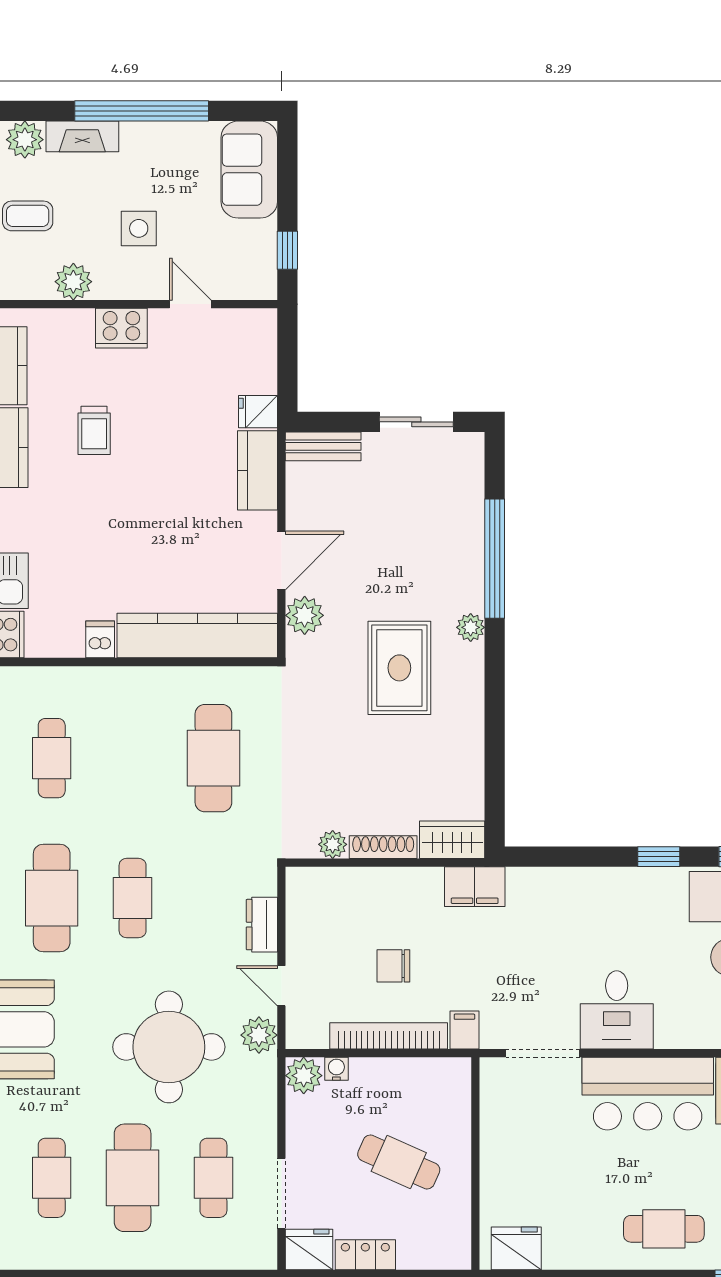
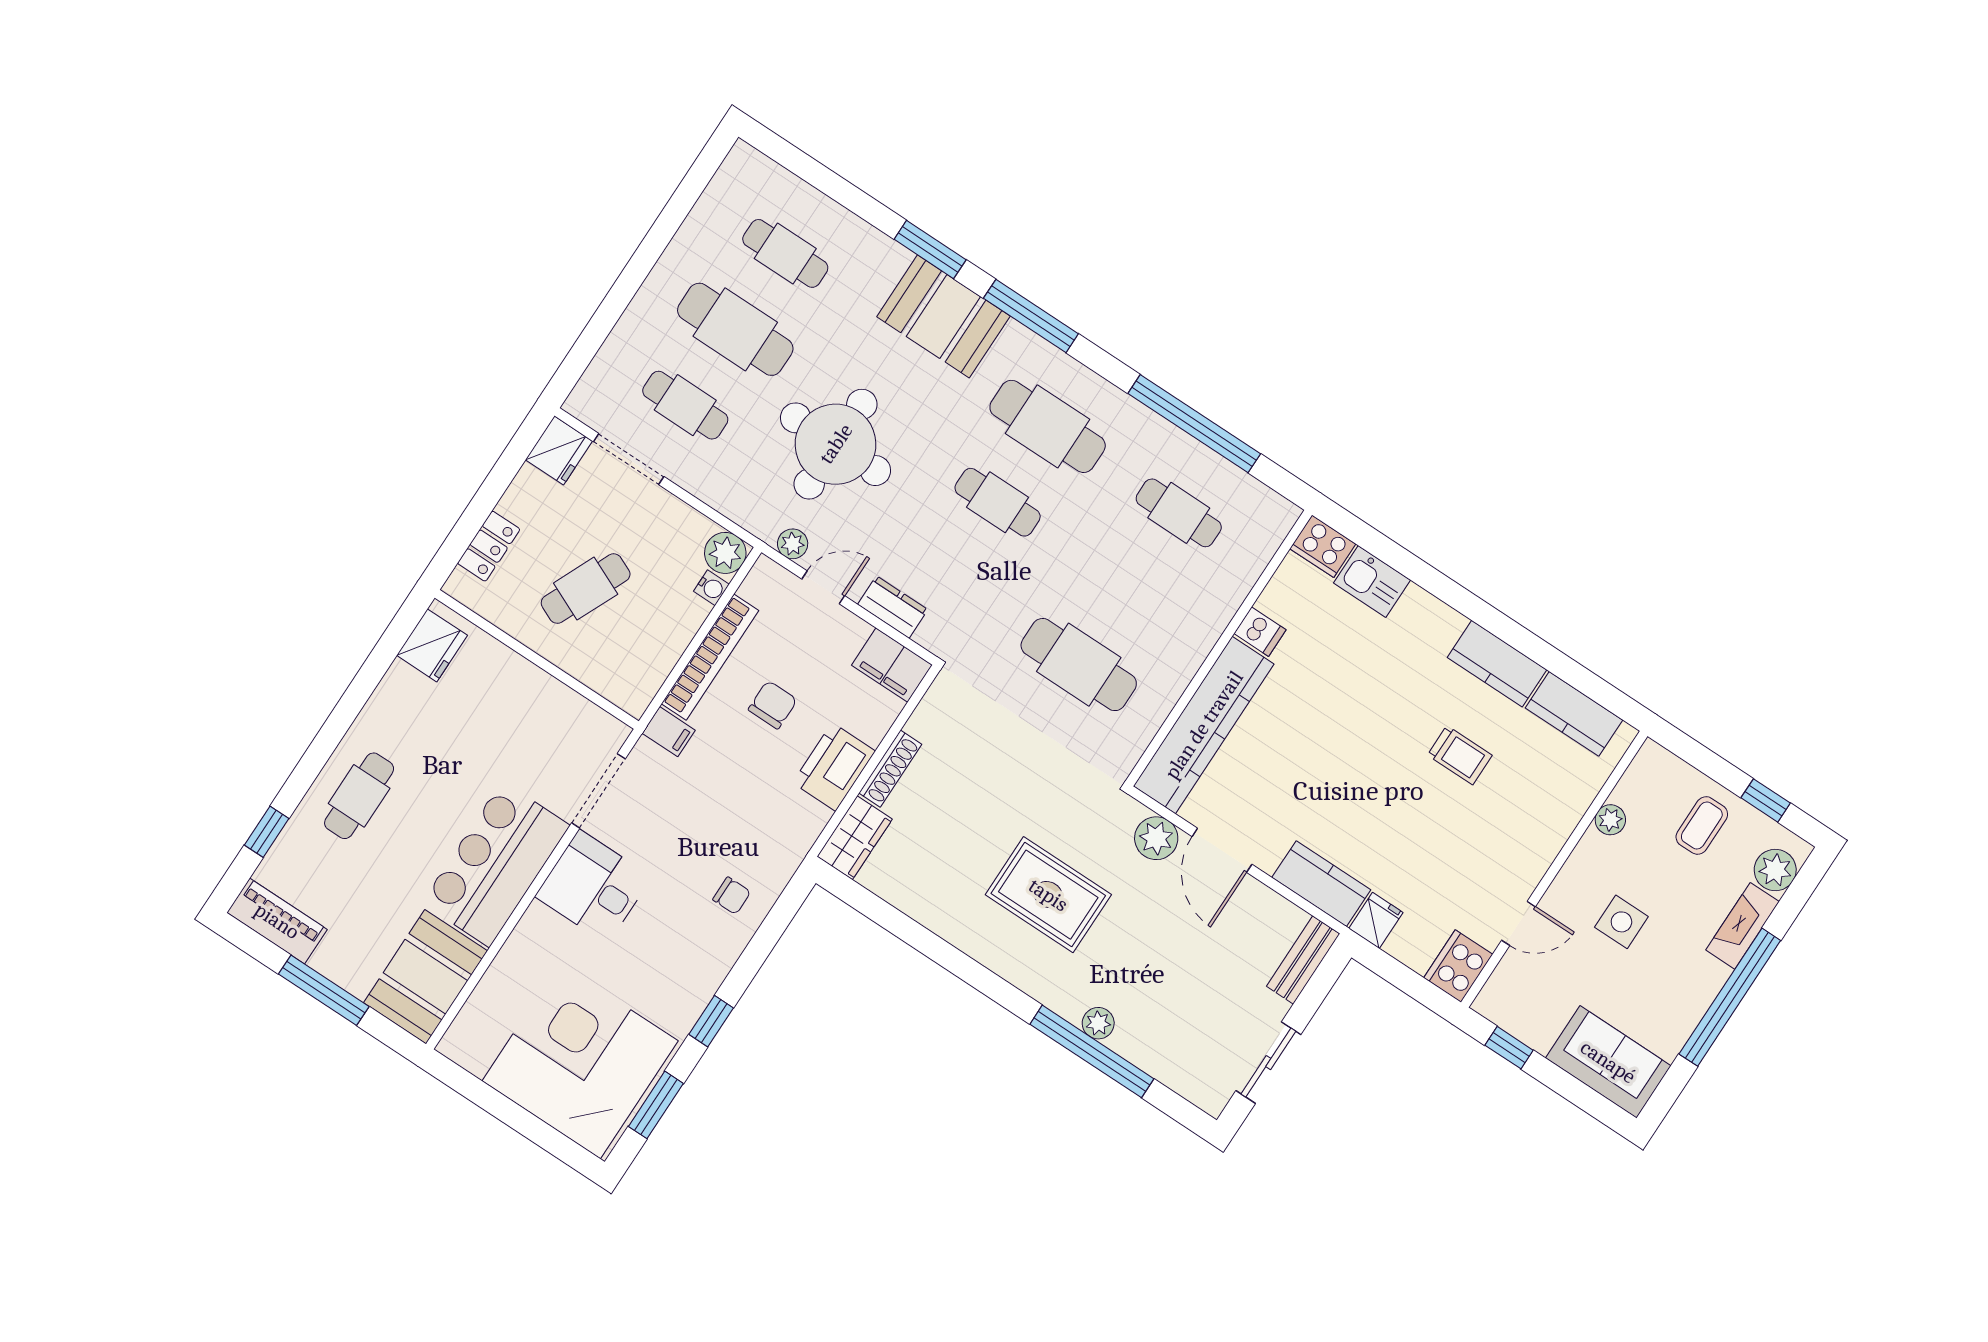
plant: (73, 282) -> (1610, 820), width x0.73, depth x0.73
cooker: (121, 328) -> (1458, 966), moved
trolley: (94, 430) -> (1460, 755), turned 180
plant: (471, 627) -> (1098, 1023), moved
plant: (333, 844) -> (924, 723), removed
filing cabinet: (475, 887) -> (892, 665), moved, turned -90
printer: (410, 890) -> (834, 767), added
chair: (555, 903) -> (732, 896), added
plant: (259, 1035) -> (793, 544), width x0.73, depth x0.73
locker: (365, 1255) -> (489, 546), moved

